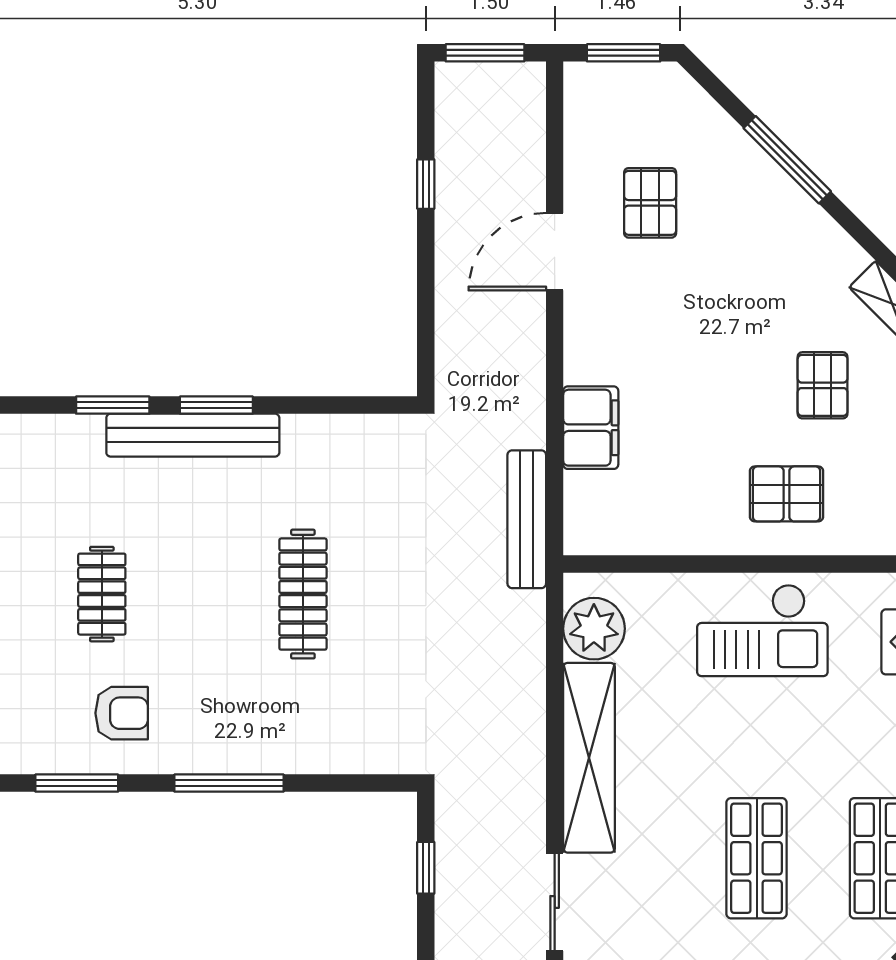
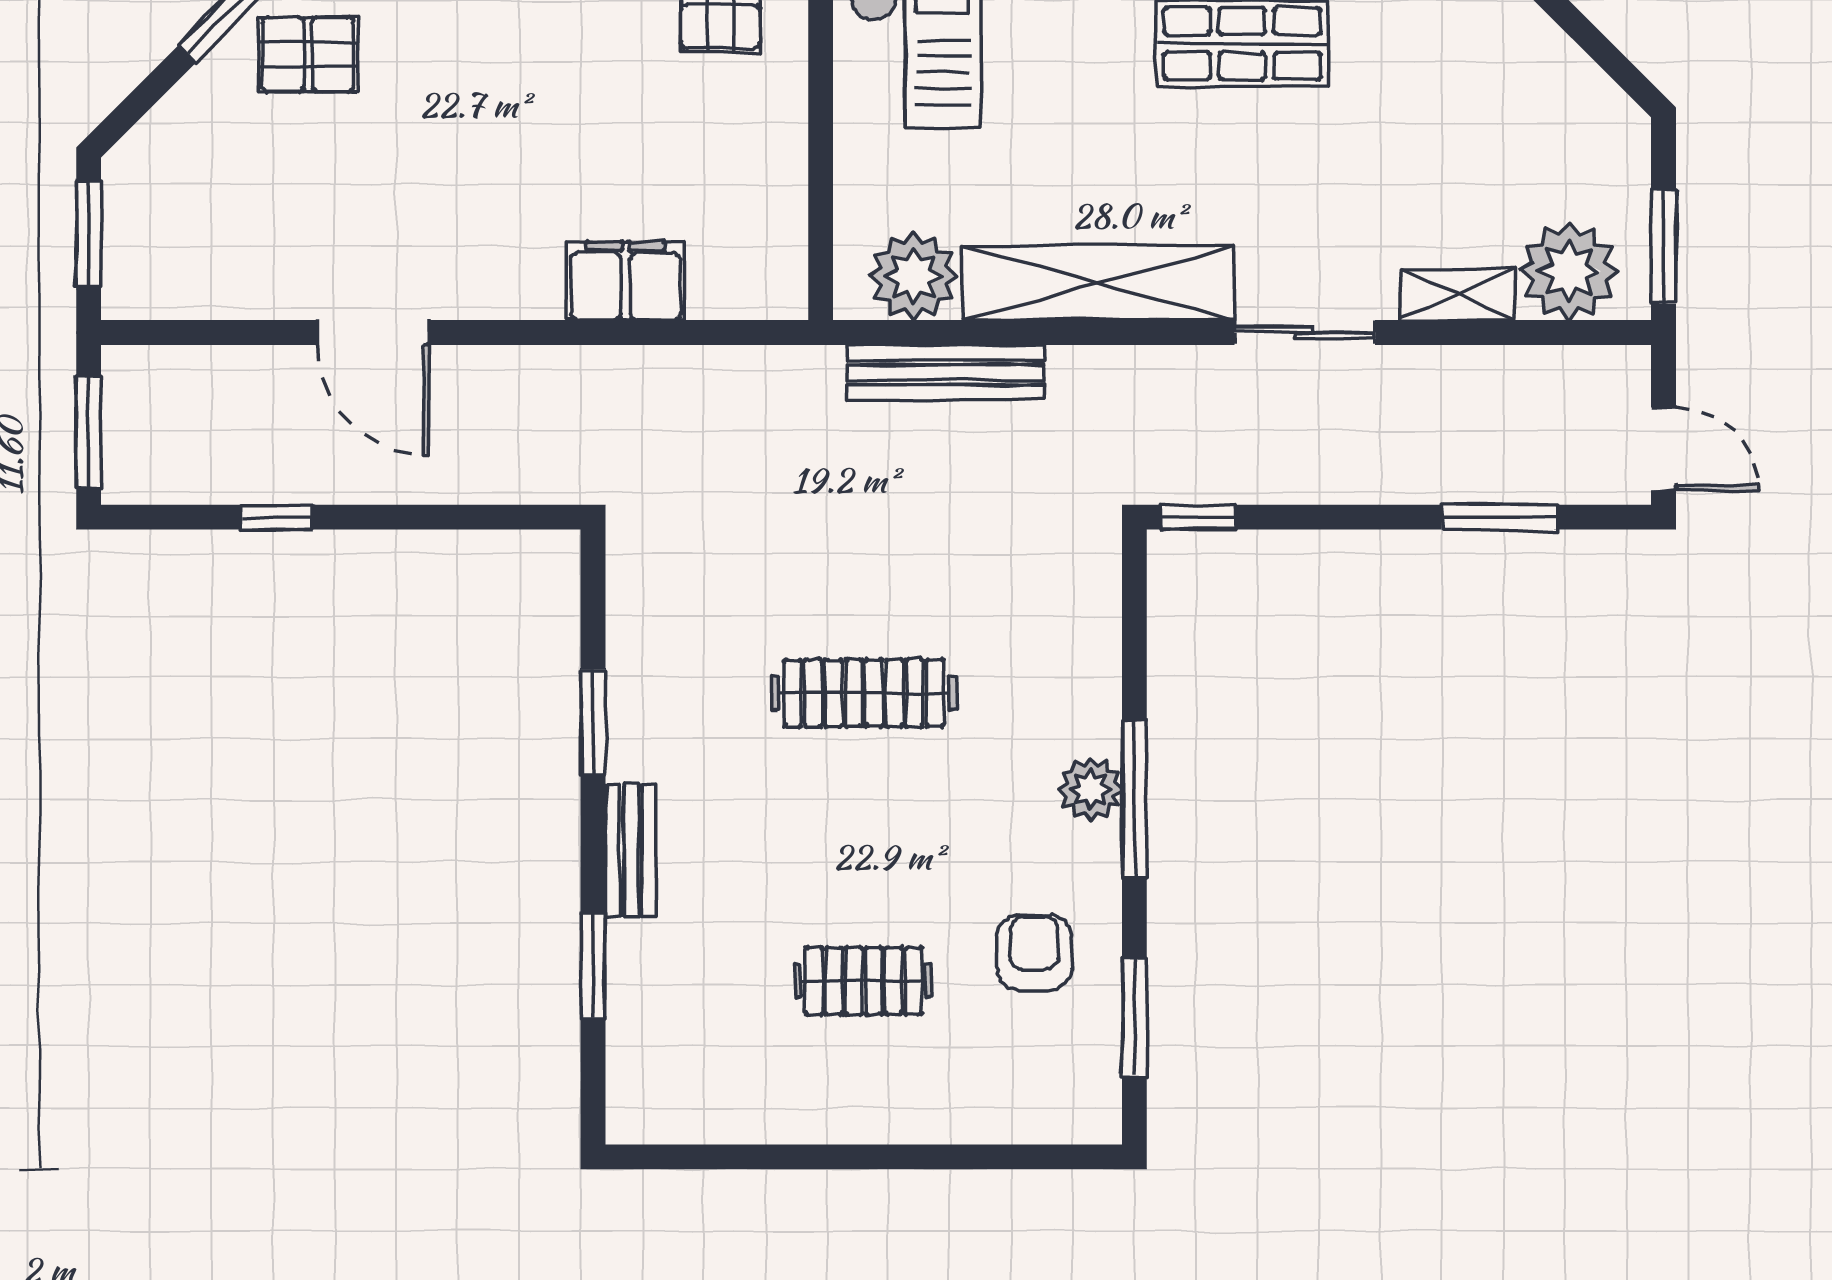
pallet: (650, 203) -> (308, 54), moved
window: (216, 405) -> (593, 722), moved
bench: (193, 435) -> (631, 851), width x0.54, depth x0.82
bench: (527, 519) -> (946, 372), moved
plant: (236, 752) -> (1090, 789), added
window: (426, 868) -> (1198, 517), moved

